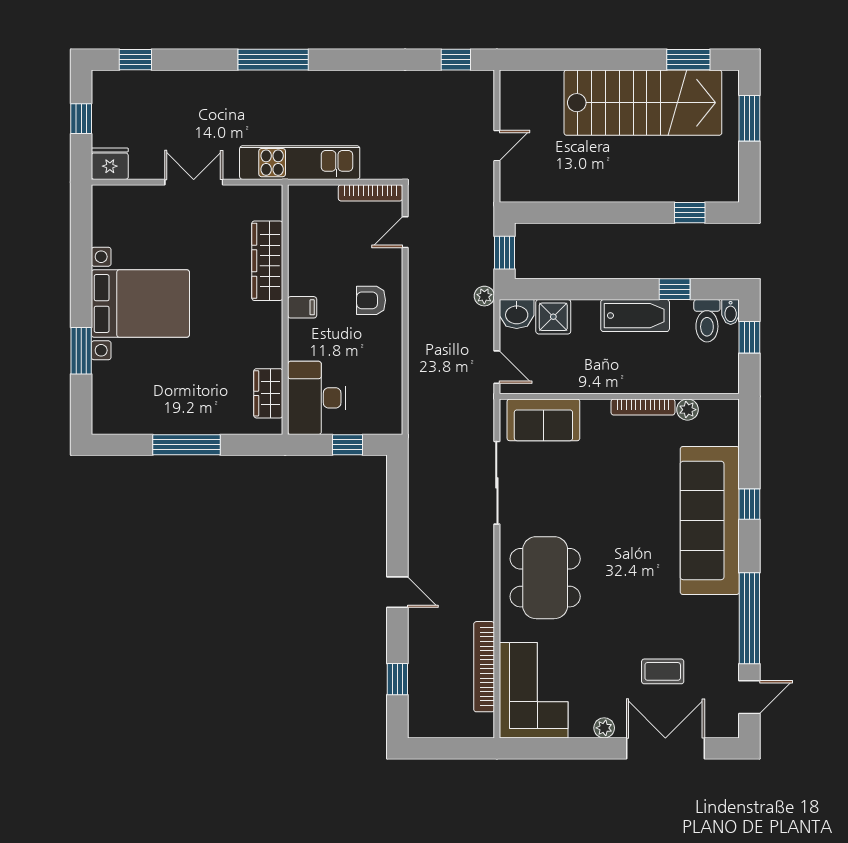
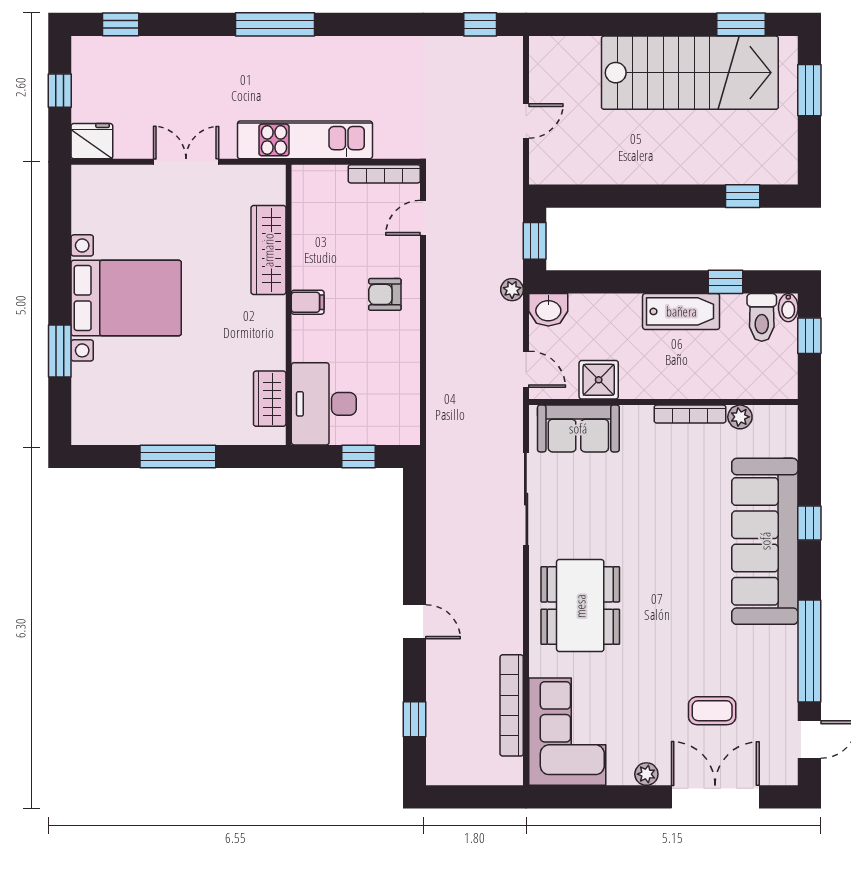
shower: (553, 317) -> (599, 380), moved

